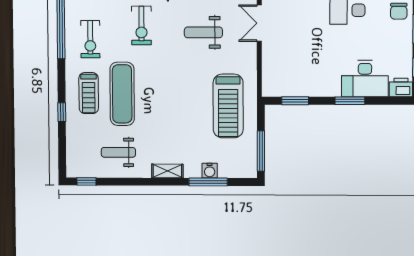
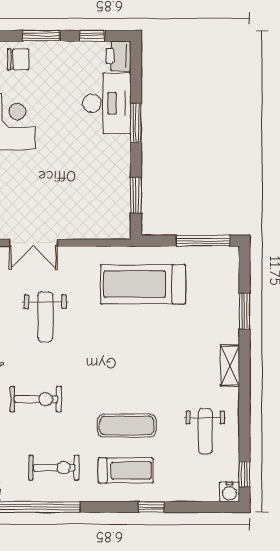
exercise mat: (122, 94) -> (127, 426), width x0.73, depth x0.69
treadmill: (228, 106) -> (143, 284), turned 180
water cooler: (210, 171) -> (229, 492), moved, turned 90
window: (208, 182) -> (244, 311), width x0.69

